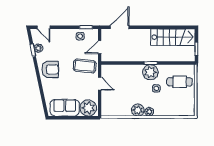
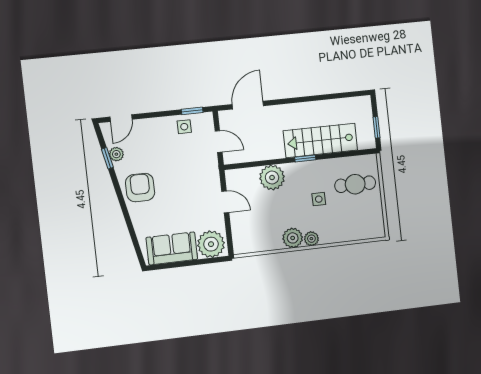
door: (43, 27) -> (121, 118), hinge flipped
stairs: (173, 37) -> (320, 140), moved, turned 180
door: (100, 47) -> (219, 141), swing flipped
coffee table: (85, 66) -> (197, 175), removed
armchair: (50, 69) -> (140, 188), turned -90
plant: (150, 72) -> (272, 178), moved

